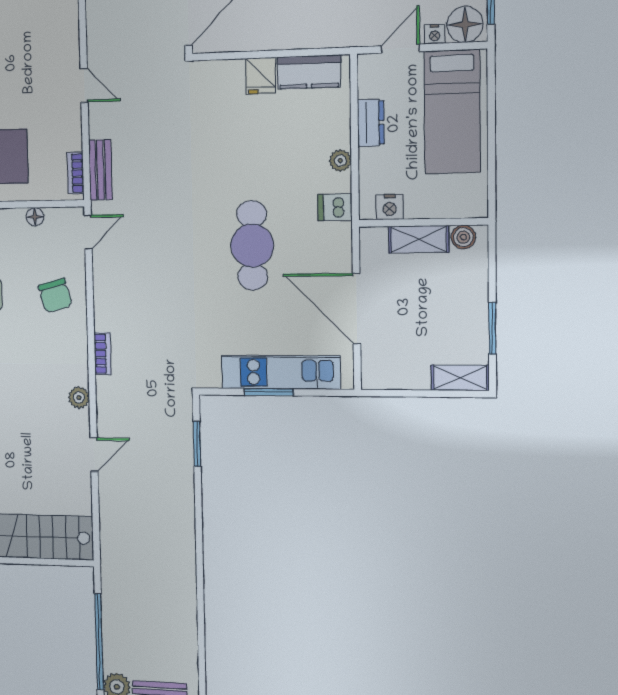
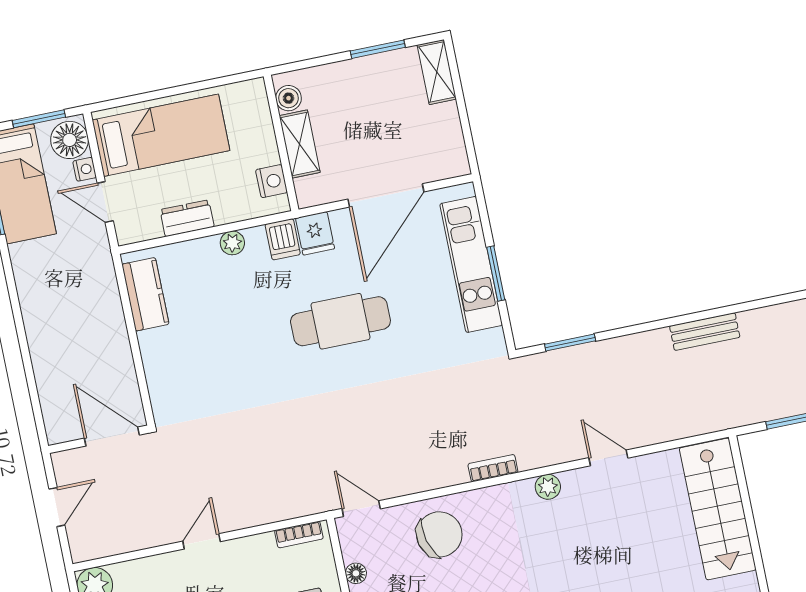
fridge: (261, 76) -> (315, 233), moved, turned 90
bench: (100, 170) -> (705, 332), moved
chair: (55, 296) -> (439, 534), width x1.37, depth x1.37

